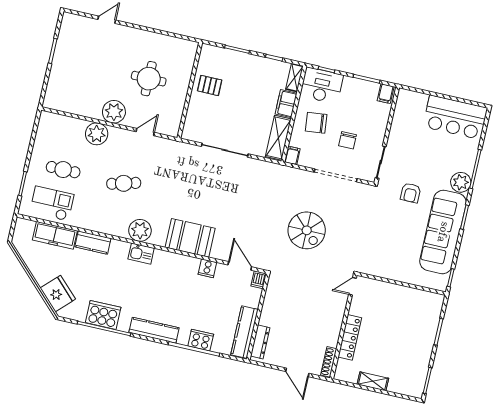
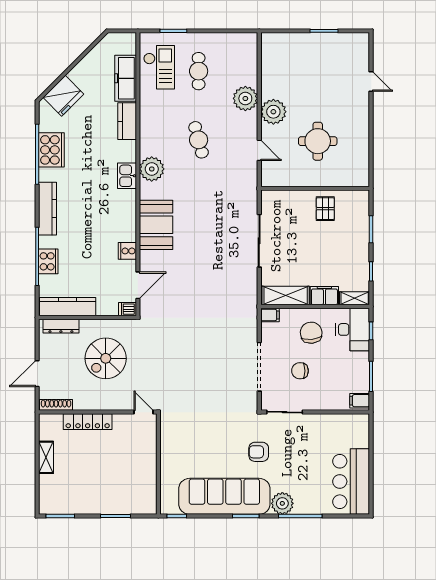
spiral stairs: (307, 230) -> (106, 358), moved

